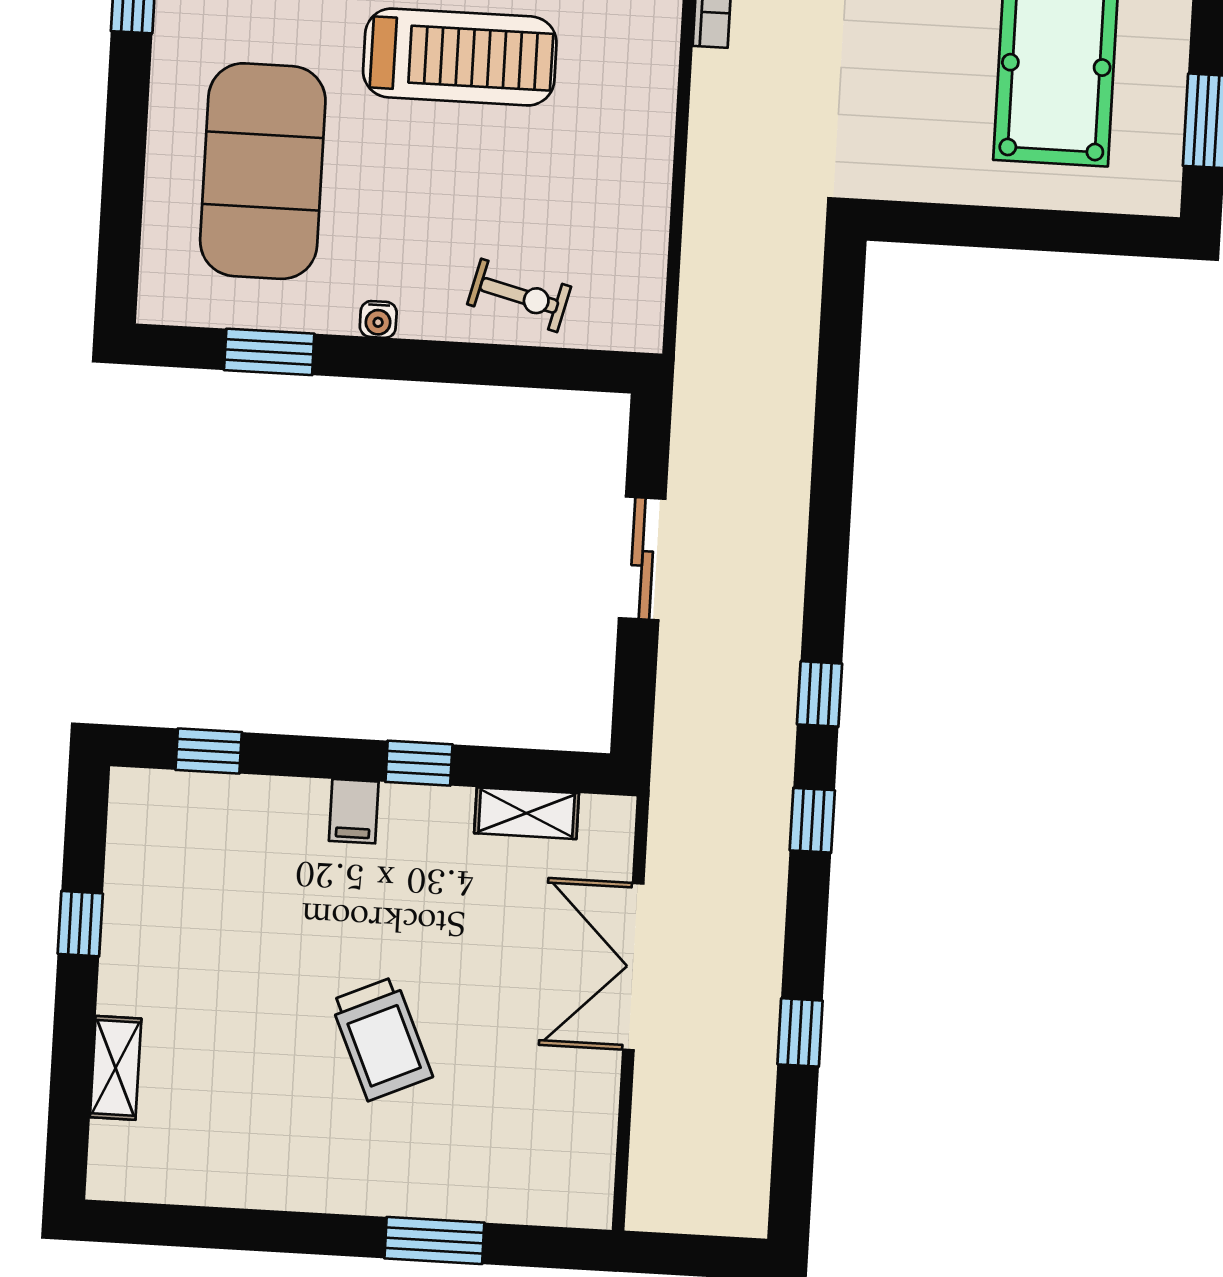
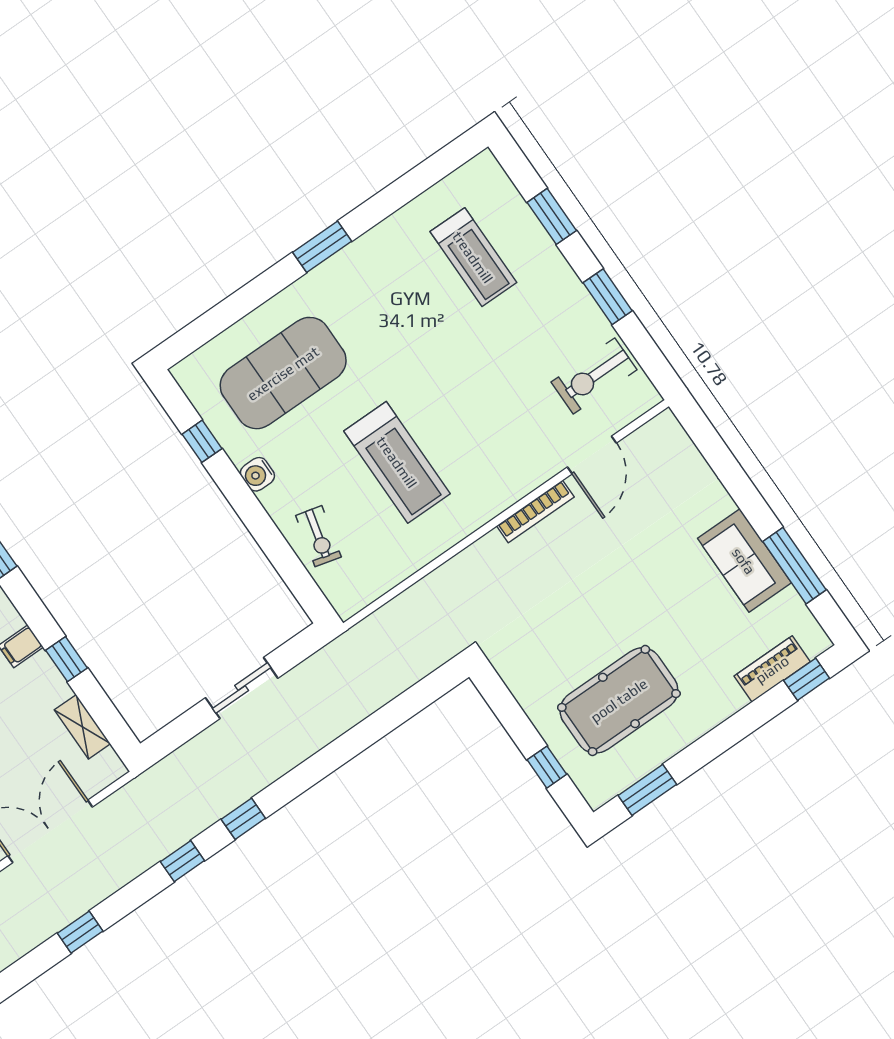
treadmill: (460, 57) -> (397, 462), moved
window: (1070, 232) -> (547, 767), added
water cooler: (378, 319) -> (257, 474), width x1.38, depth x1.38
window: (269, 352) -> (202, 441), width x0.67

